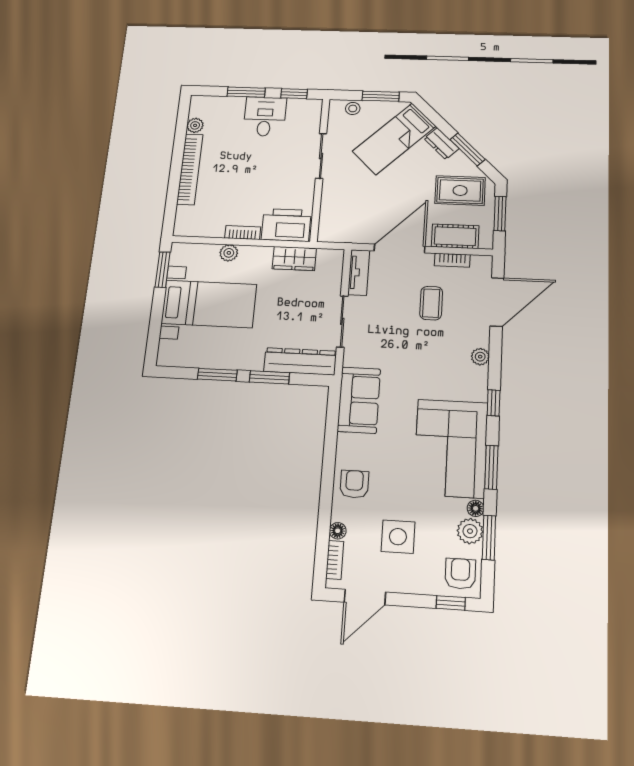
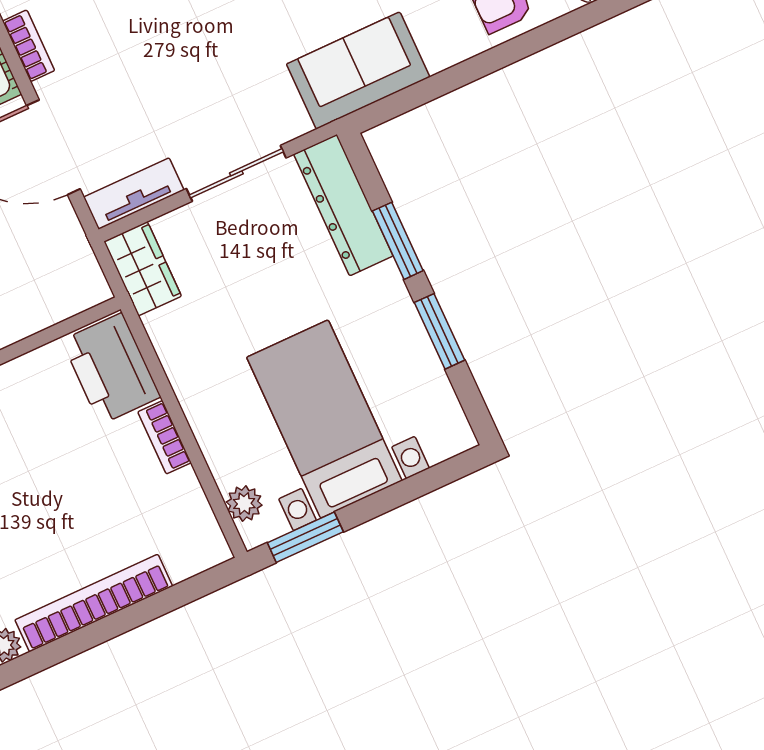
plant: (229, 253) -> (244, 504), moved
wardrobe: (294, 258) -> (143, 269), moved
coffee table: (431, 303) -> (125, 41), removed

